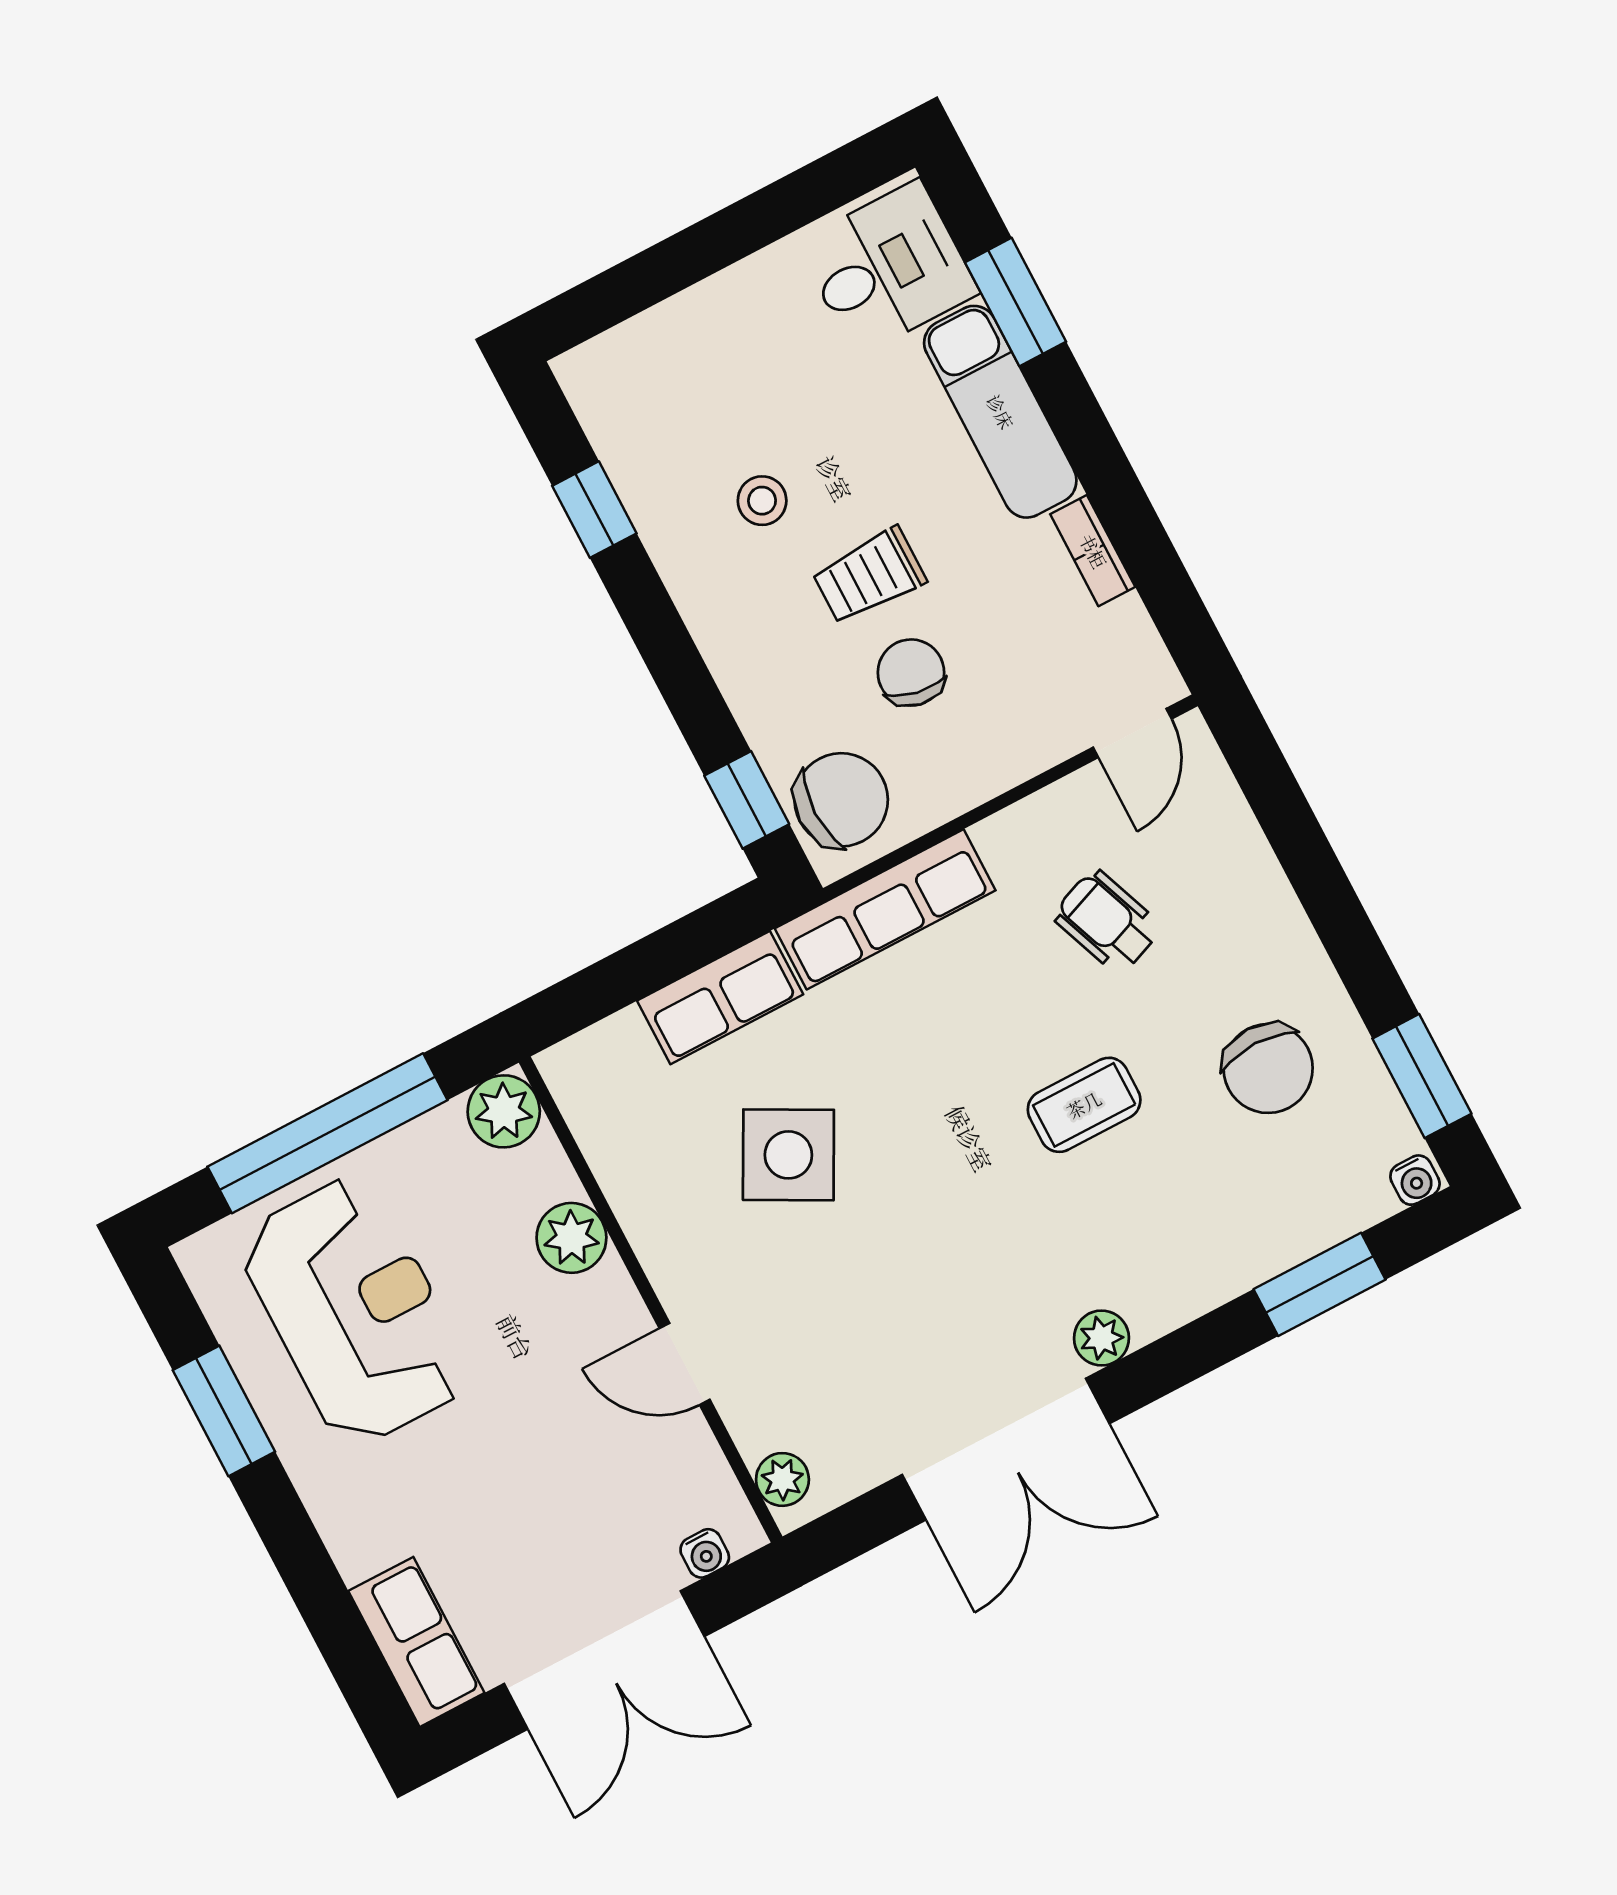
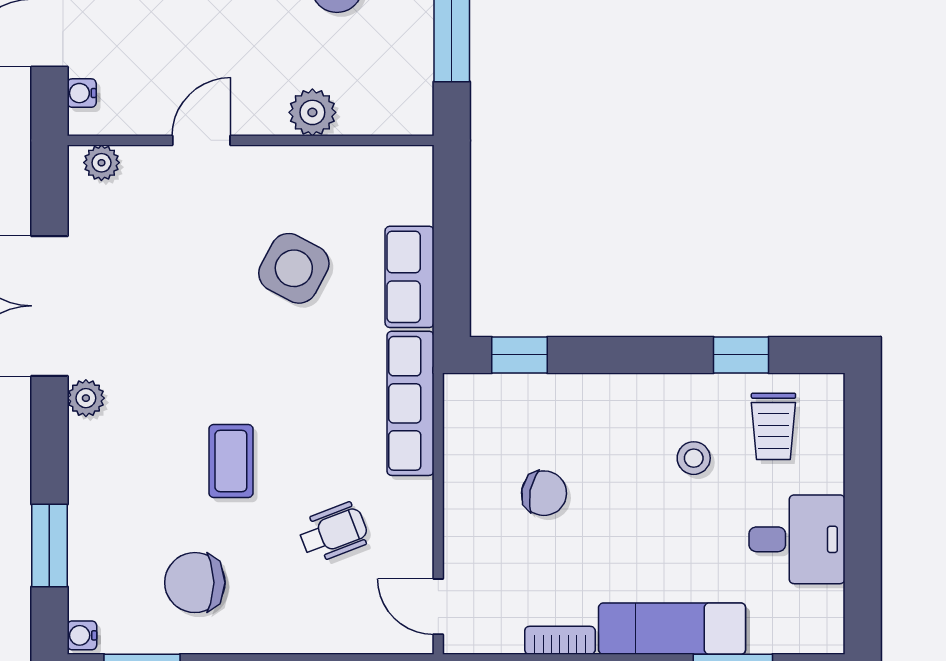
desk: (888, 268) -> (797, 539), moved, turned -90
trolley: (869, 576) -> (773, 426), moved, turned 180
chair: (841, 800) -> (490, 411), removed
plant: (504, 1111) -> (409, 112), removed

